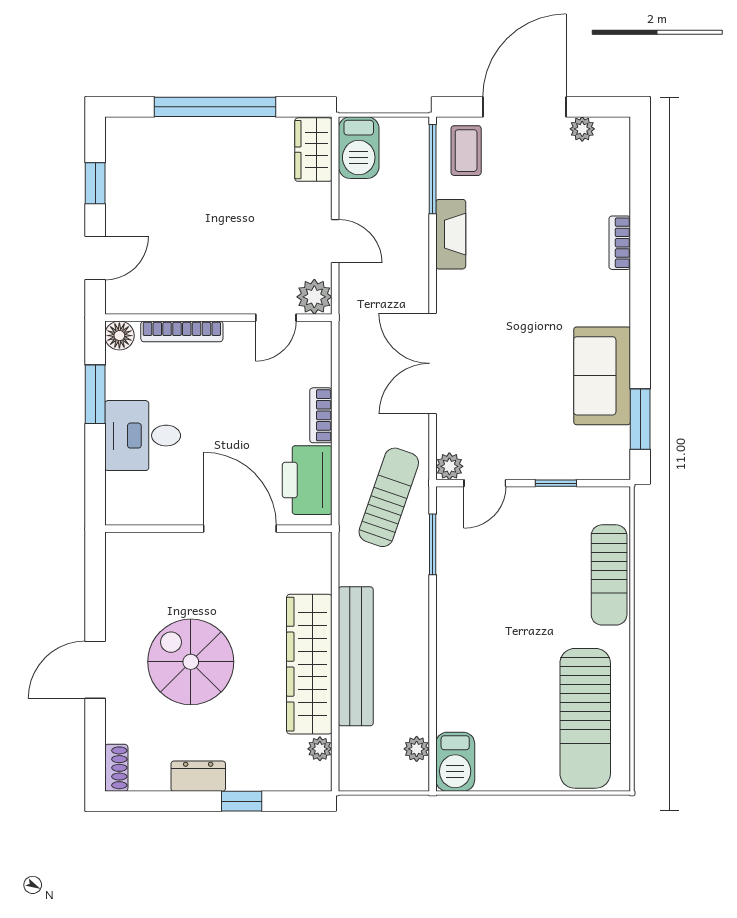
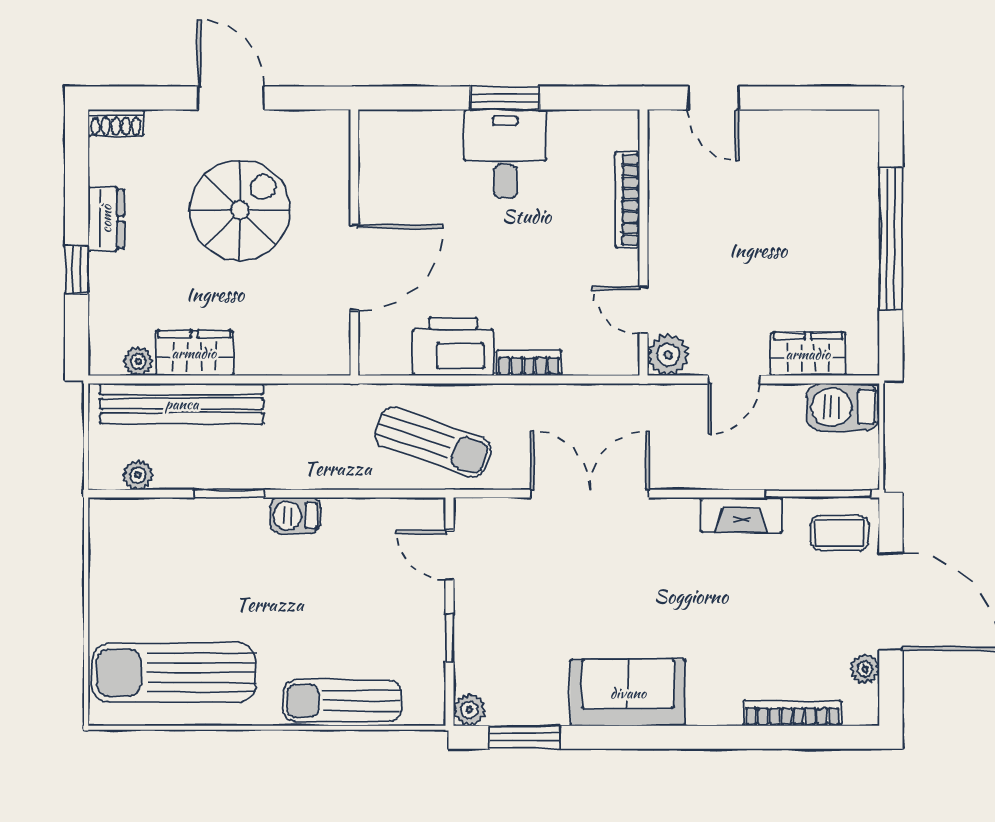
wardrobe: (313, 150) -> (808, 354), moved
window: (95, 183) -> (801, 98), removed
bookcase: (620, 243) -> (793, 713), moved, width x1.56
floor lamp: (119, 336) -> (623, 127), removed
sofa: (602, 376) -> (628, 693), moved
window: (95, 394) -> (505, 98), moved
plant: (449, 466) -> (469, 710), moved
wall: (218, 529) -> (354, 243), moved
door: (240, 529) -> (354, 268), moved
window: (433, 544) -> (229, 494), moved
bench: (356, 656) -> (182, 404), moved
wardrobe: (309, 664) -> (194, 353), width x0.48, depth x0.85
barbecue: (455, 762) -> (295, 515), moved, width x0.73, depth x0.79

